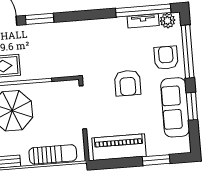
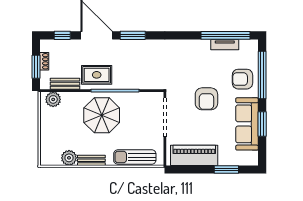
plant: (168, 21) -> (247, 46), removed
armchair: (166, 58) -> (242, 79), turned -90
sun lounger: (53, 154) -> (135, 157), turned 180

